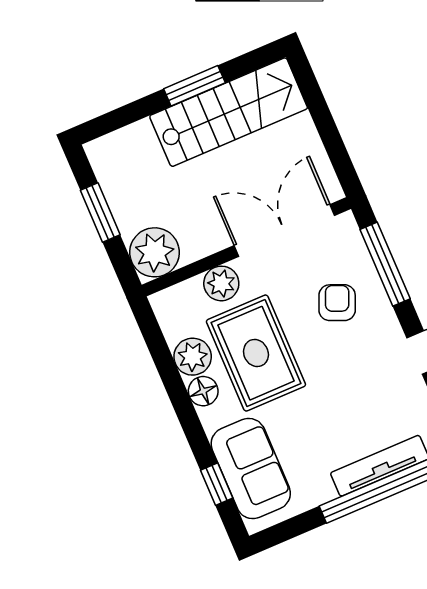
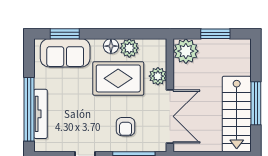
window: (194, 86) -> (256, 103), width x1.44
armchair: (337, 303) -> (126, 127), turned 67
window: (217, 484) -> (65, 34), width x1.50

